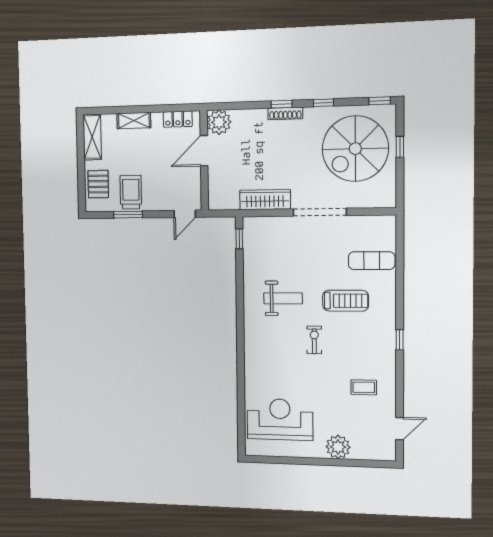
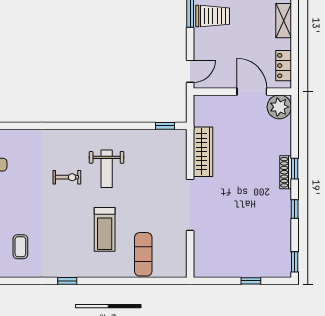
spiral stairs: (355, 149) -> (250, 239), removed
door: (185, 214) -> (190, 71), swing flipped
exercise bike: (314, 340) -> (67, 177), moved

